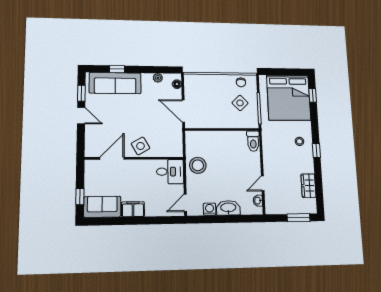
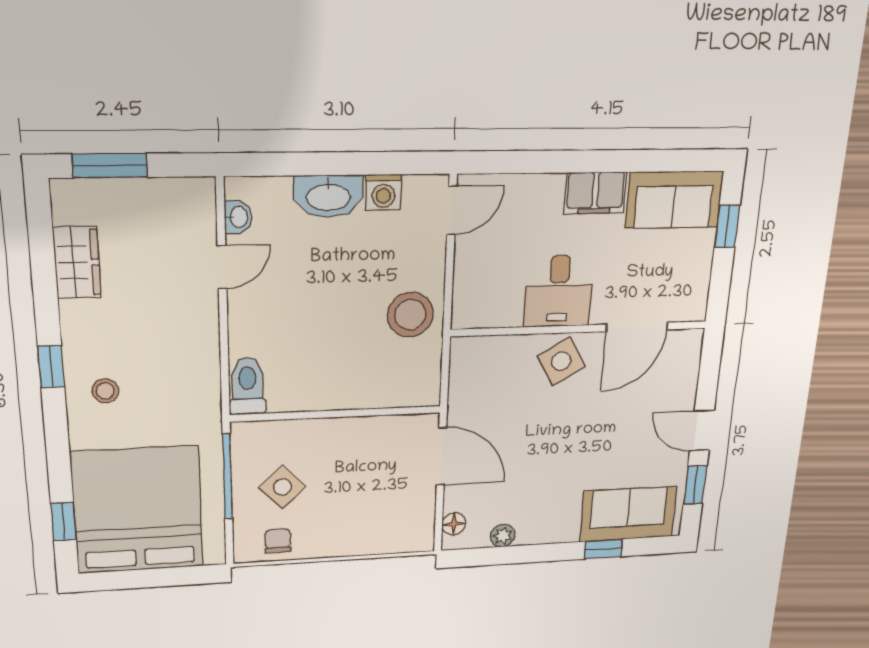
sofa: (115, 83) -> (628, 514), width x0.73
desk: (170, 172) -> (559, 291), moved, turned -90

